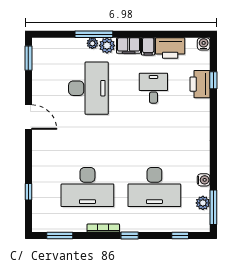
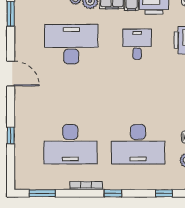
desk: (88, 88) -> (71, 44), turned -90
window: (28, 192) -> (11, 136), moved

